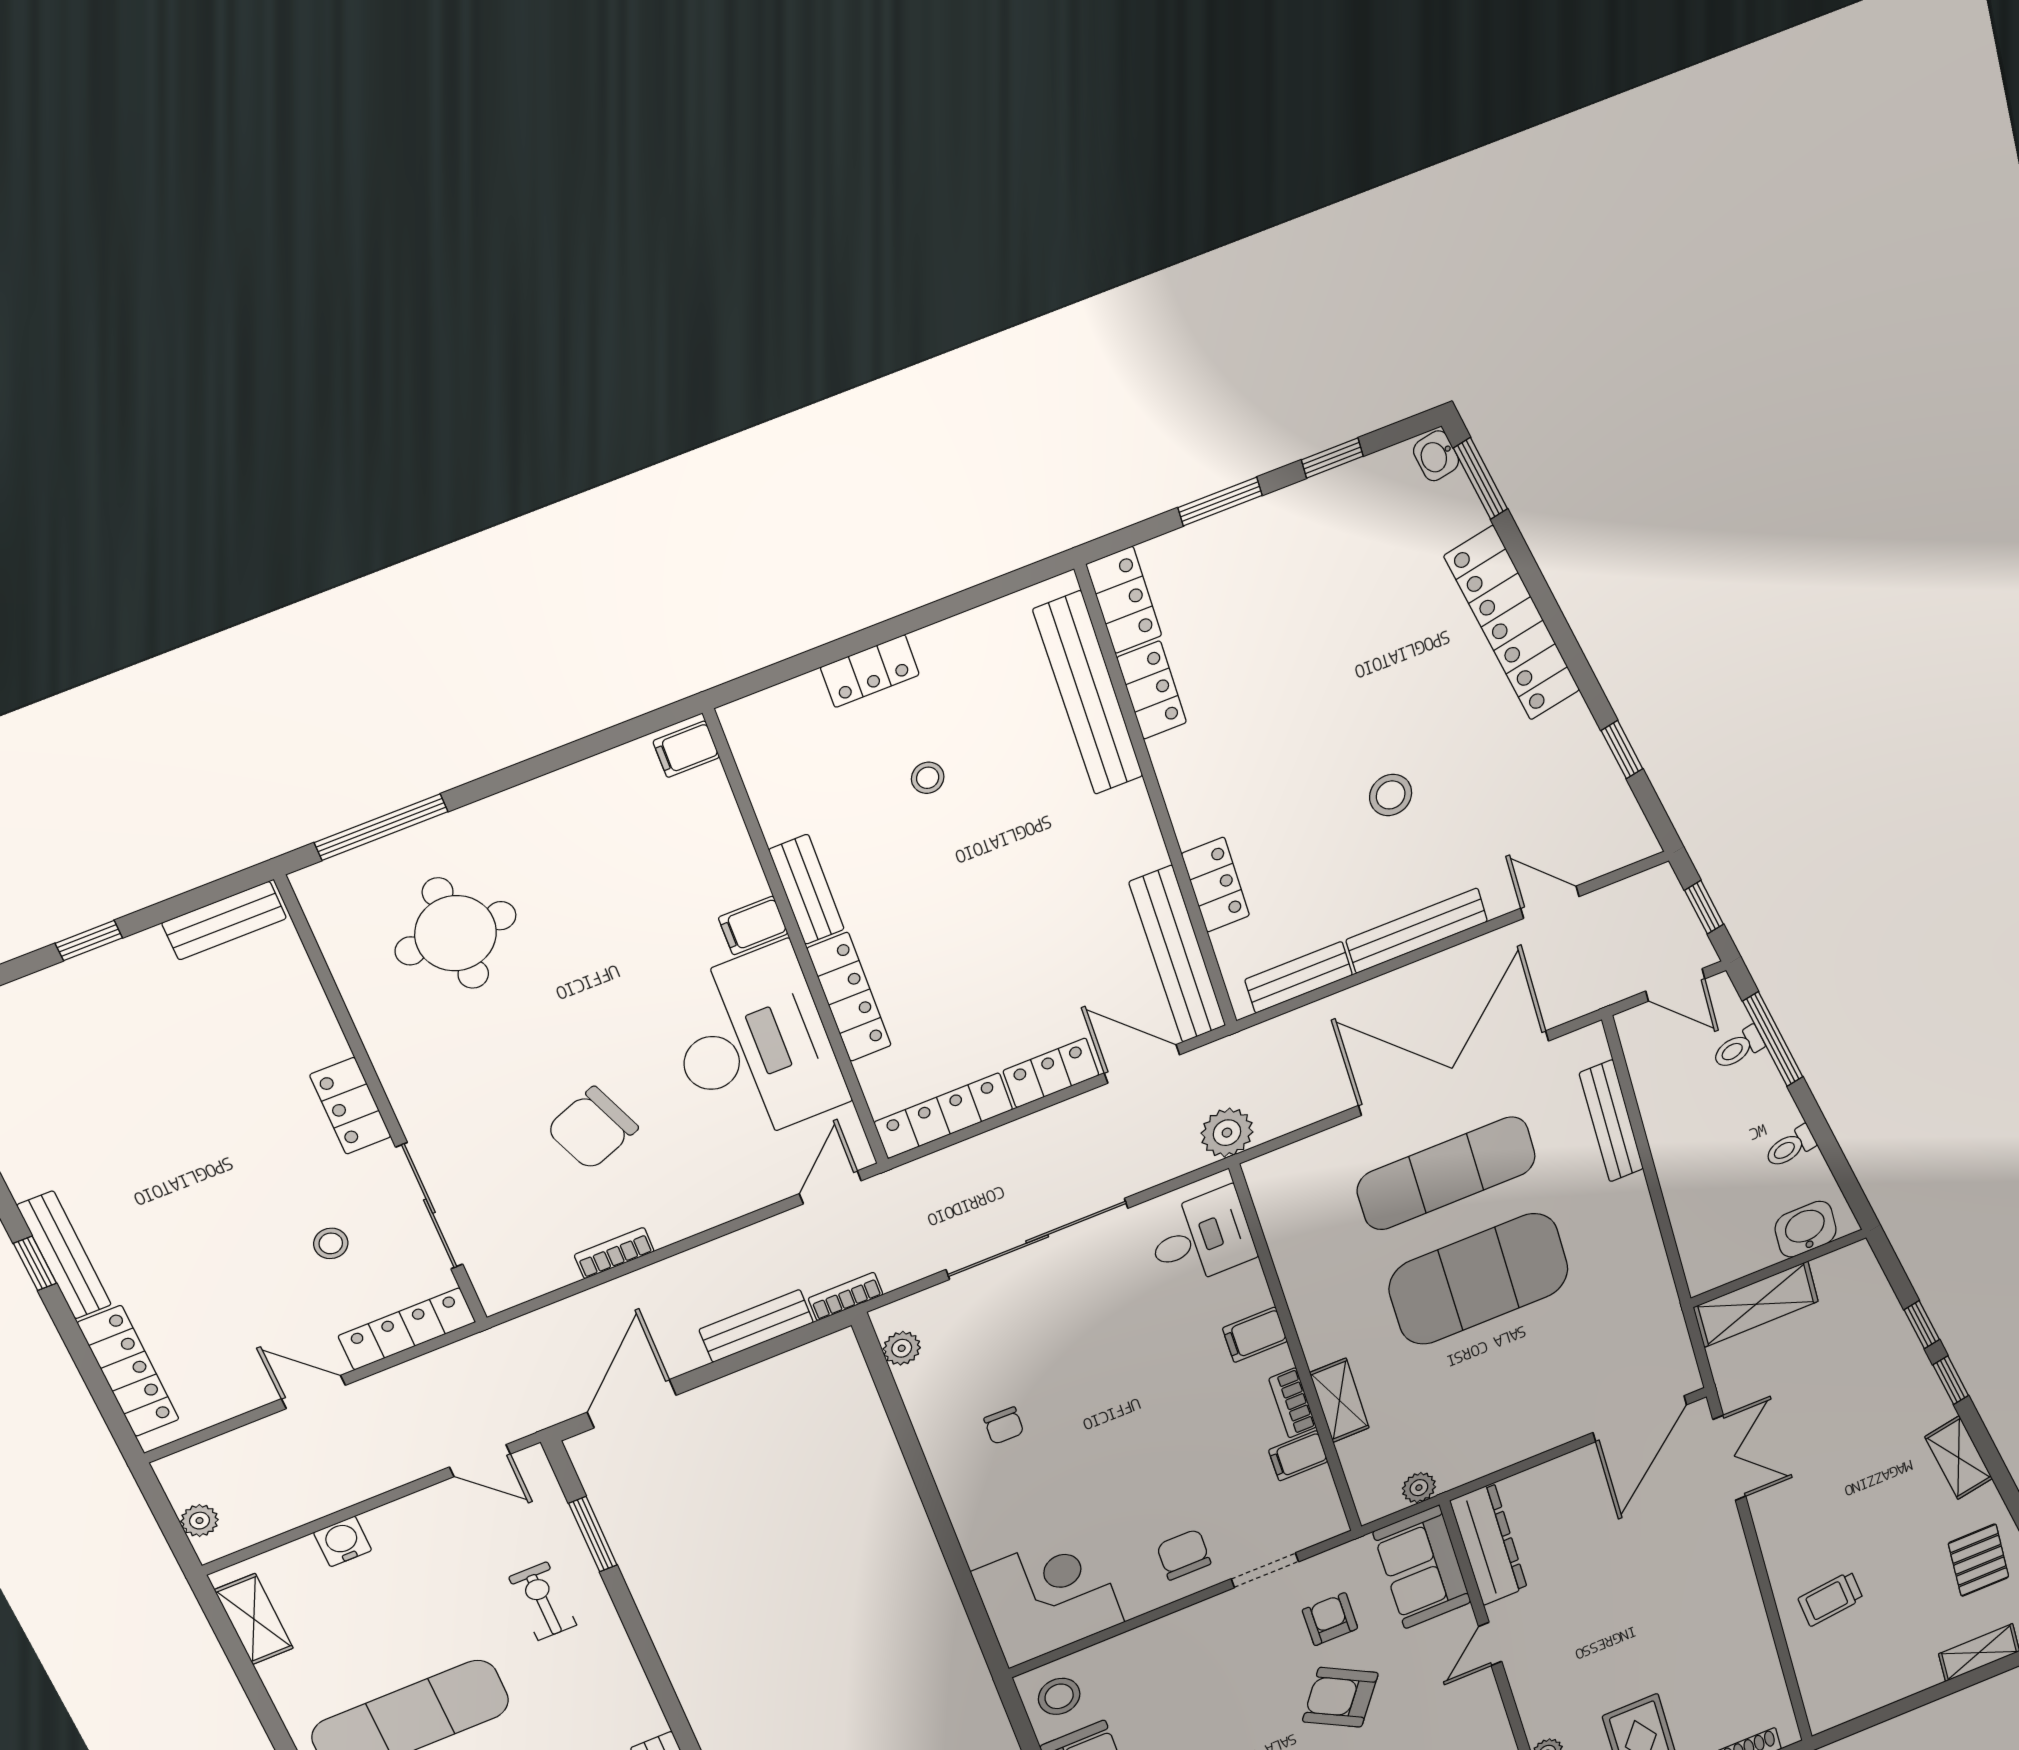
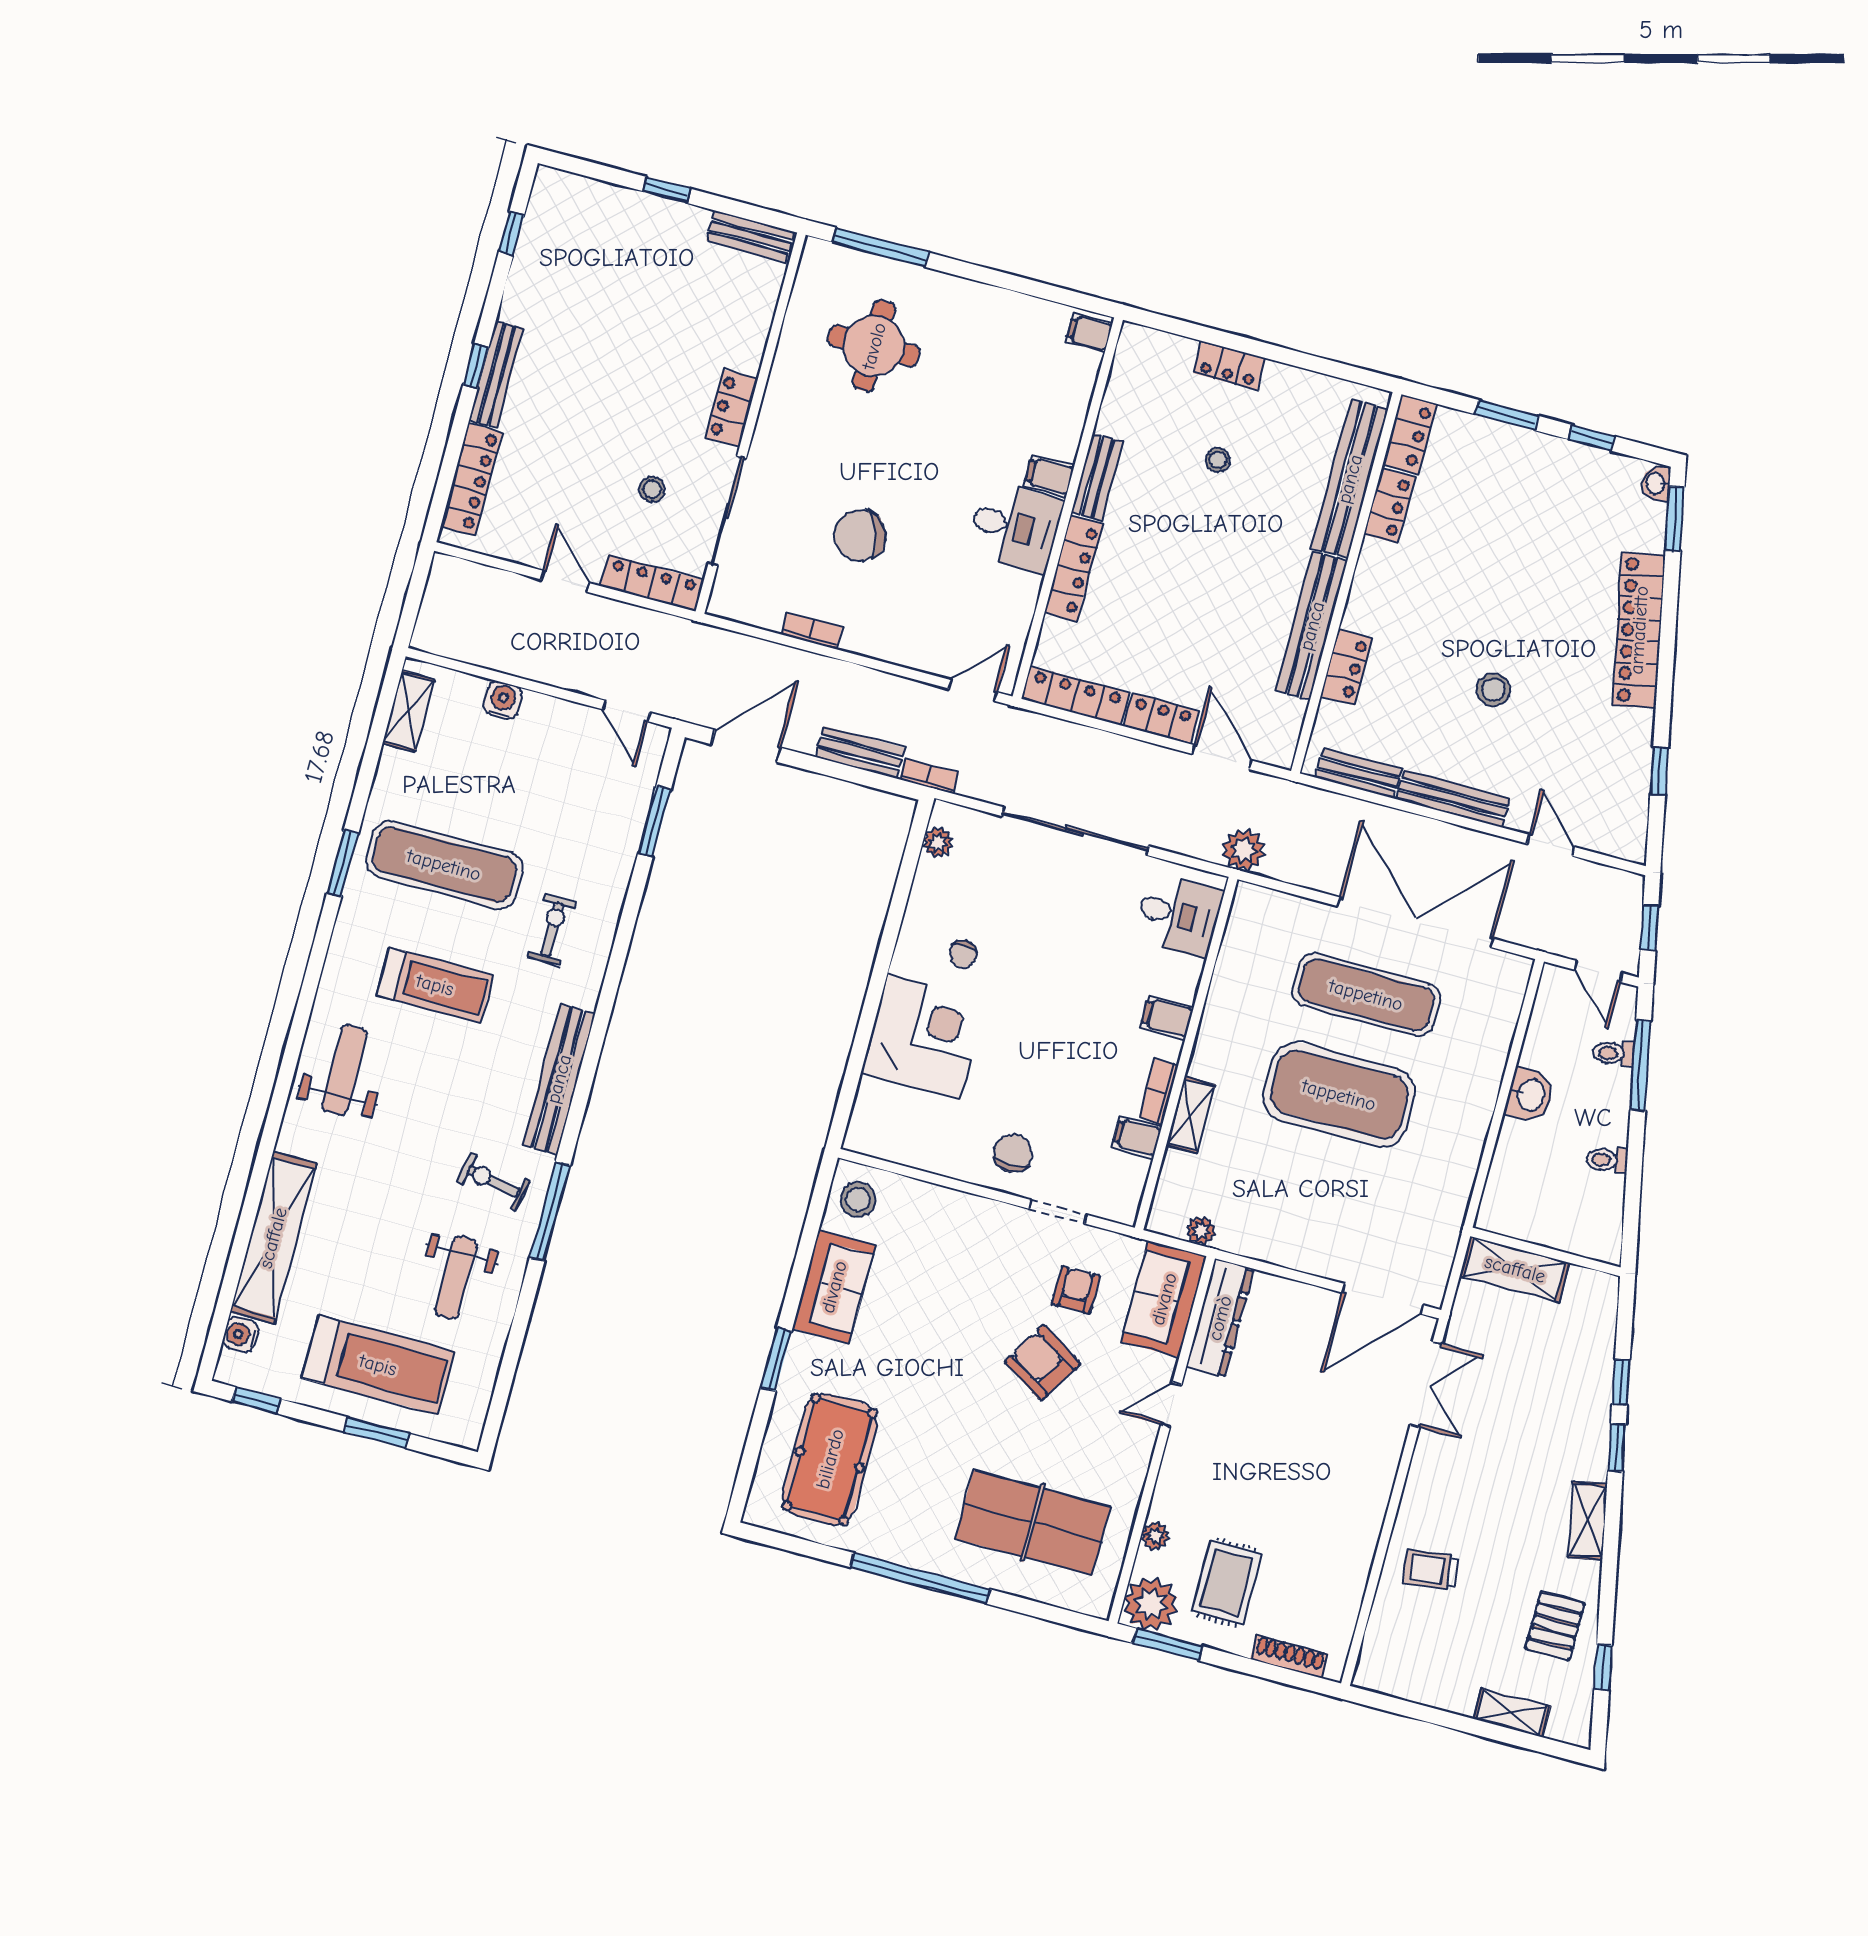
bench: (1178, 954) -> (1312, 626), moved
desk: (754, 1046) -> (1015, 527), width x0.53, depth x0.77
bench: (1611, 1121) -> (1498, 1042), removed
washbasin: (1806, 1229) -> (1530, 1095), moved, turned 90
plant: (200, 1521) -> (431, 615), removed
corner desk: (1048, 1597) -> (924, 1036), moved
exercise bike: (543, 1601) -> (552, 929), moved

